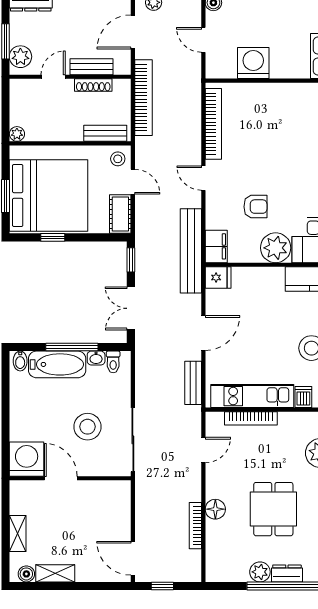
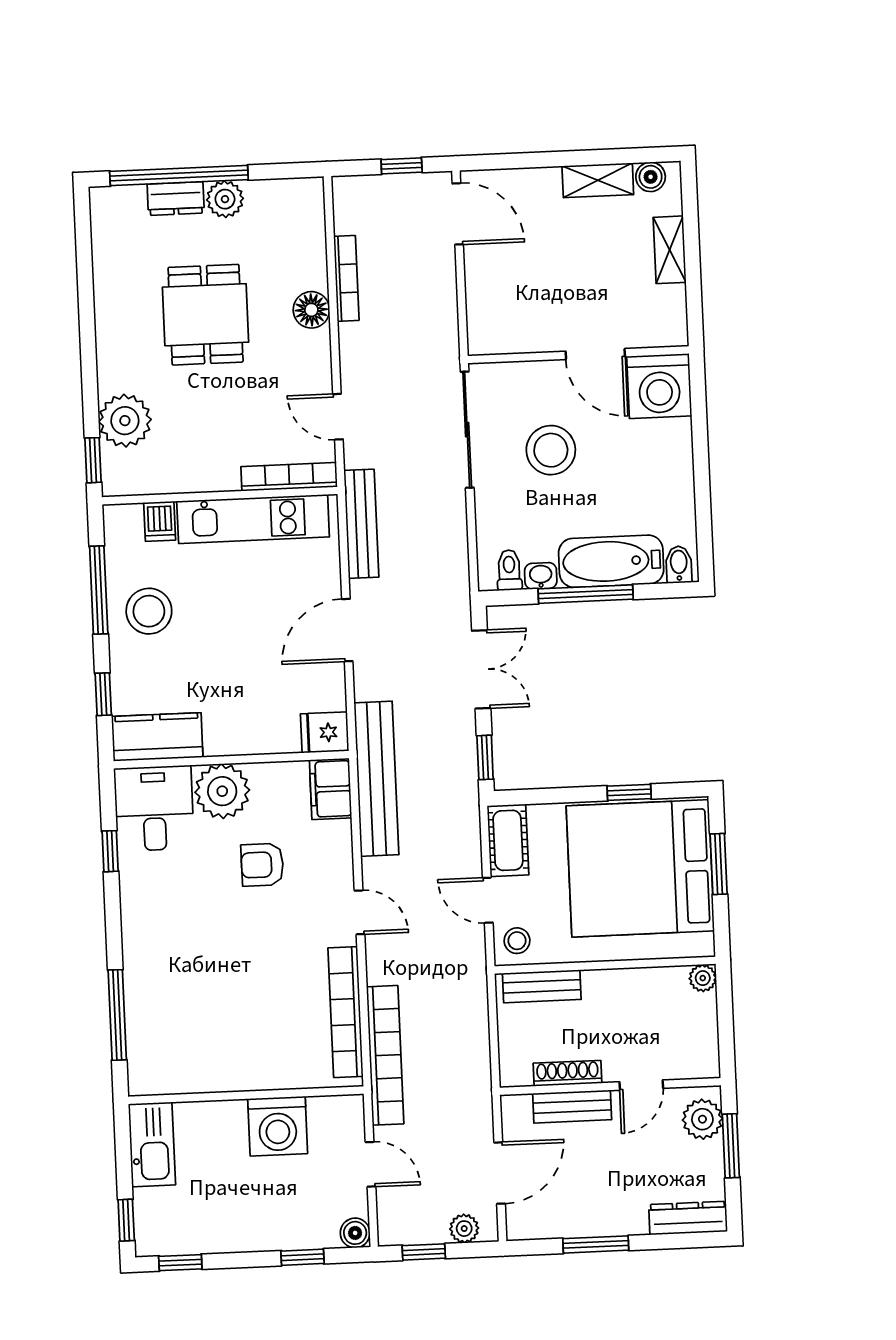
bookcase: (143, 98) -> (385, 1055), moved, turned 180
bench: (193, 383) -> (361, 524), width x1.36
bookcase: (251, 418) -> (289, 477), moved
door: (203, 450) -> (338, 417), hinge flipped

